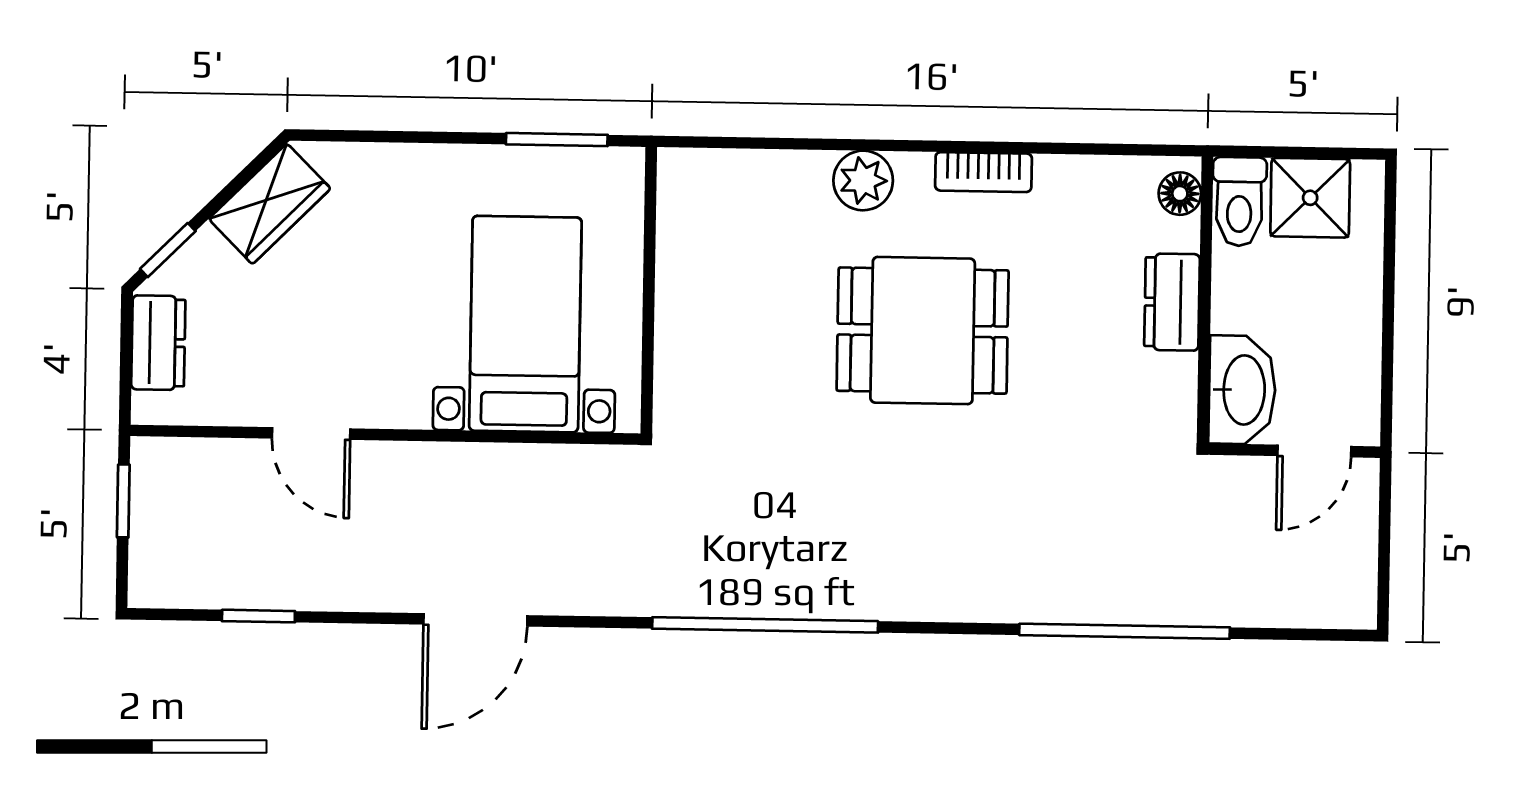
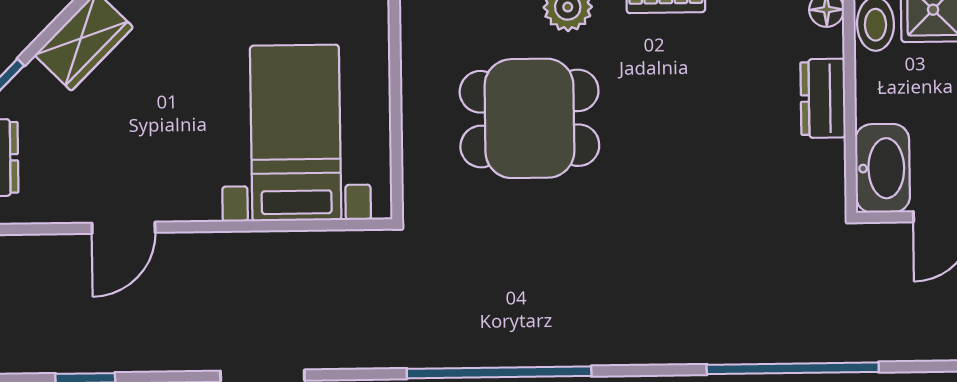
dining table: (923, 331) -> (529, 118), moved
door: (311, 434) -> (124, 228), hinge flipped

